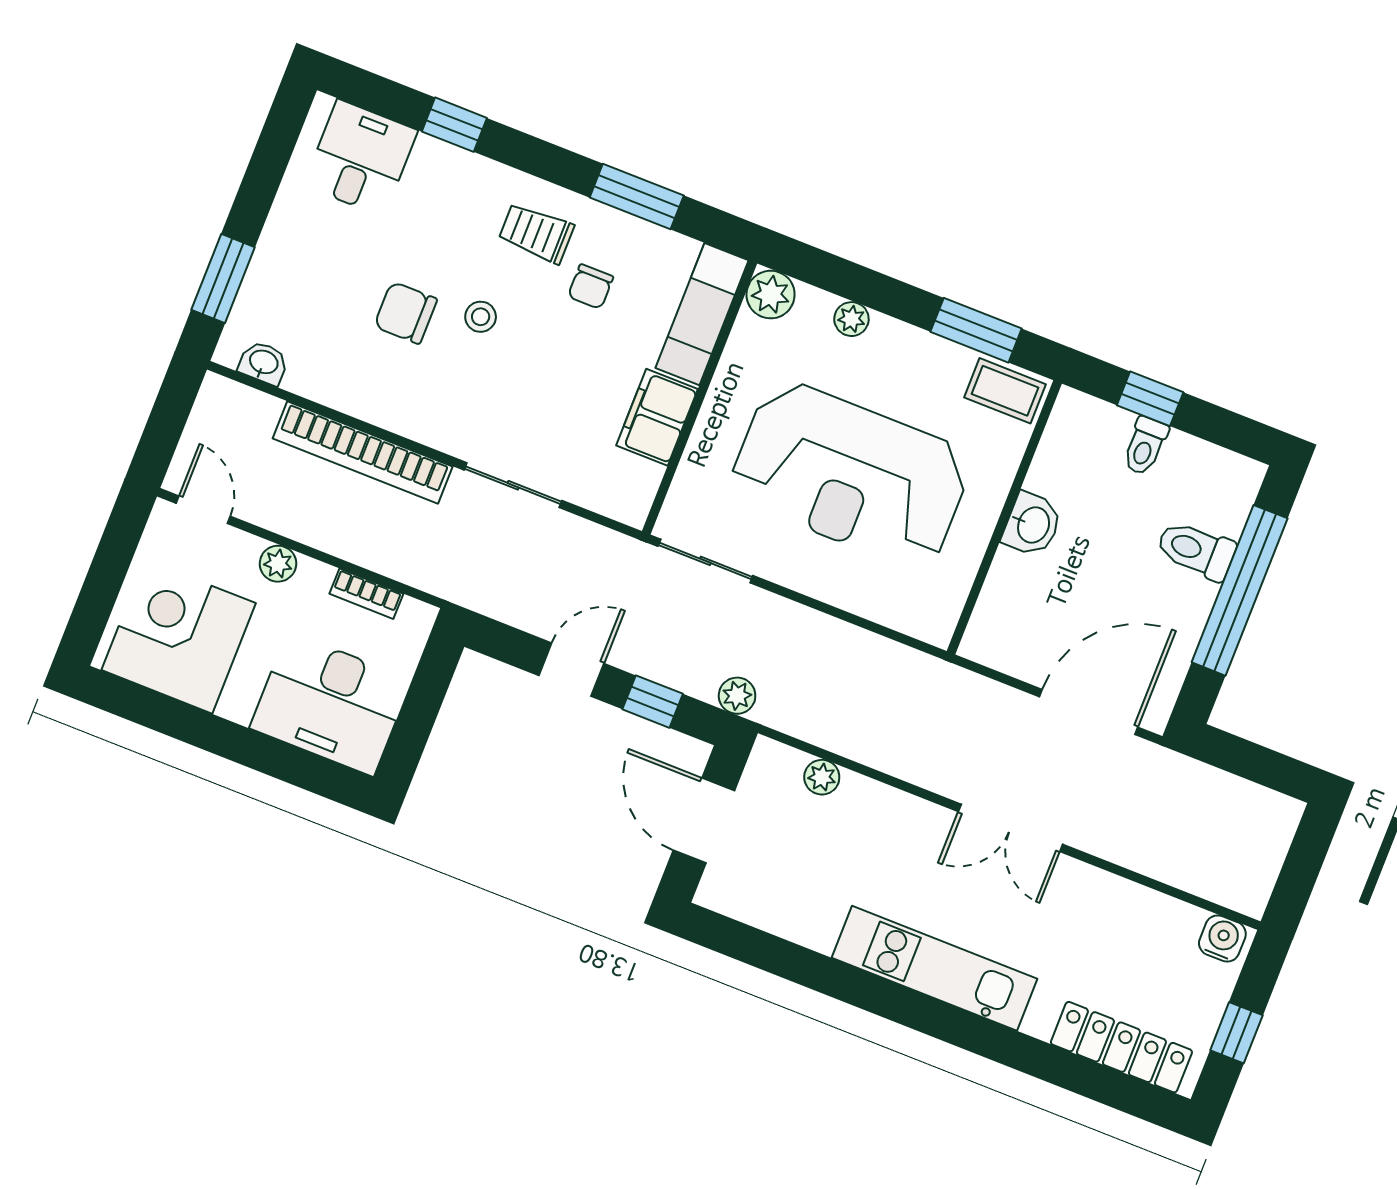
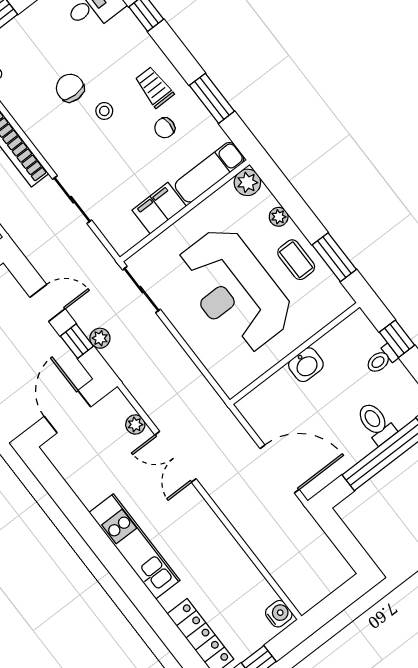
coffee table: (1005, 391) -> (296, 260), moved
plant: (737, 696) -> (100, 338), moved
double door: (1010, 828) -> (175, 457), moved

